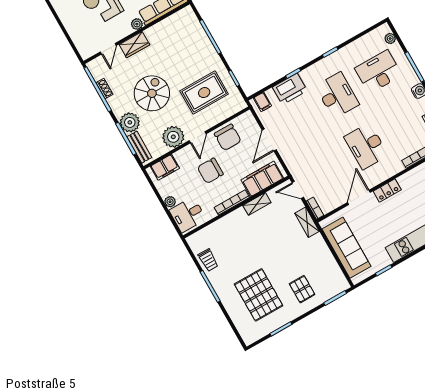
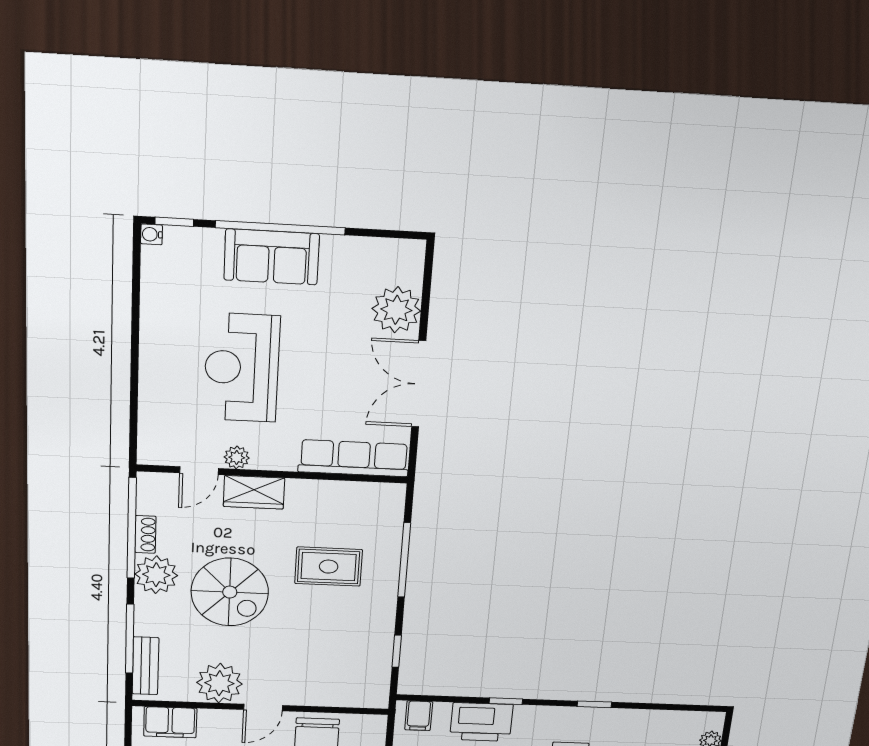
plant: (137, 24) -> (237, 457), moved
spiral stairs: (152, 93) -> (230, 592), turned 90
rug: (204, 93) -> (329, 567), moved, width x0.73, depth x0.70
plant: (130, 122) -> (156, 575), moved

